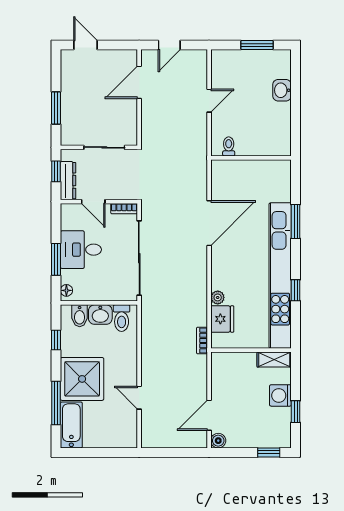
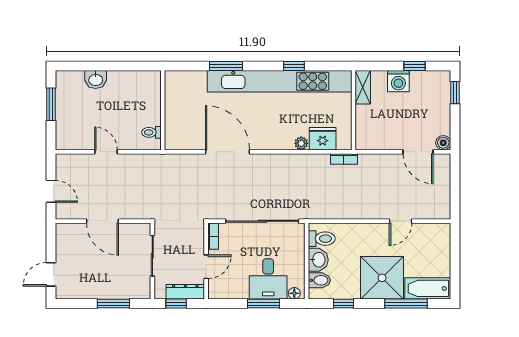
door: (139, 82) -> (102, 221), moved
desk: (81, 250) -> (268, 279), moved

